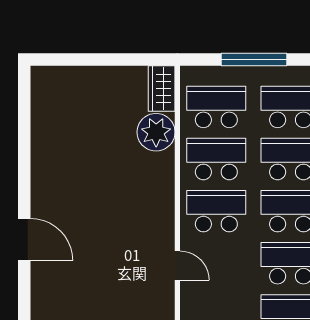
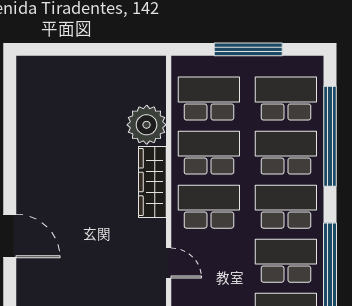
wardrobe: (162, 88) -> (152, 182), moved, width x1.50

